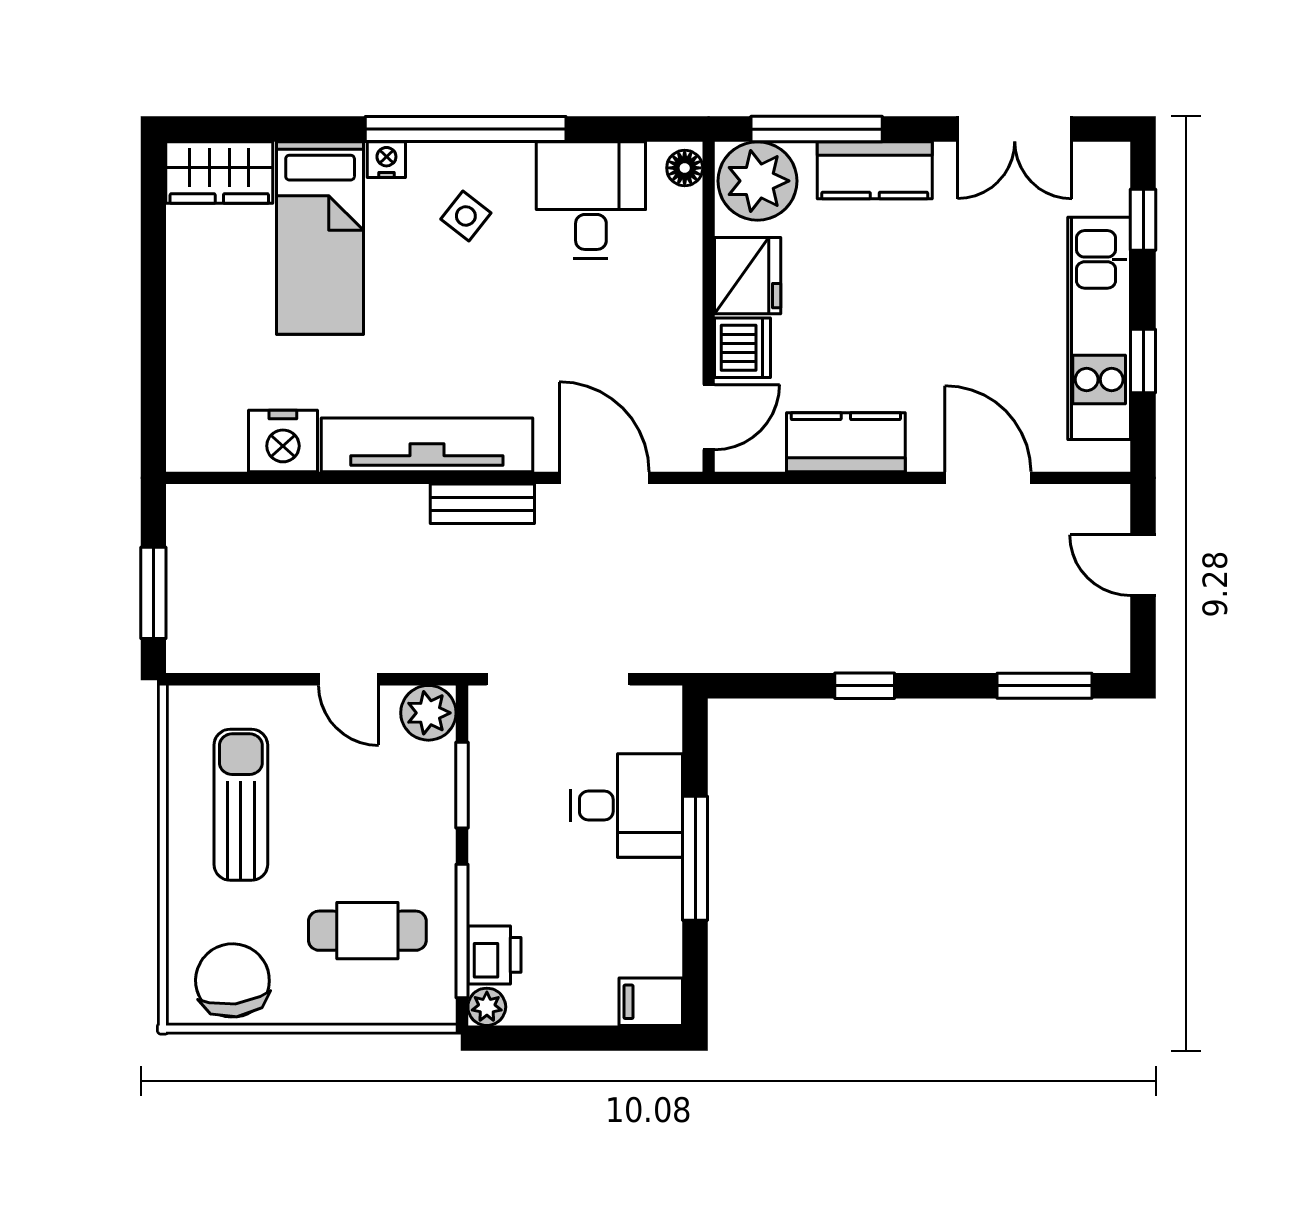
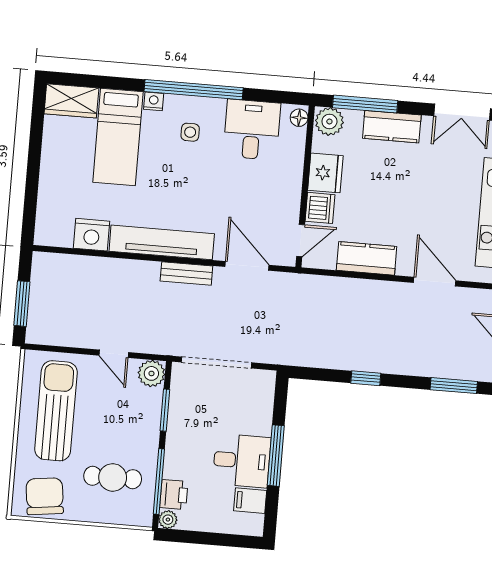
plant: (758, 181) -> (329, 121), width x0.73, depth x0.73
side table: (466, 216) -> (190, 132), turned -38
sun lounger: (241, 805) -> (56, 411), width x1.36, depth x1.34
desk: (627, 805) -> (242, 461), moved
filing cabinet: (651, 1002) -> (250, 501), moved

